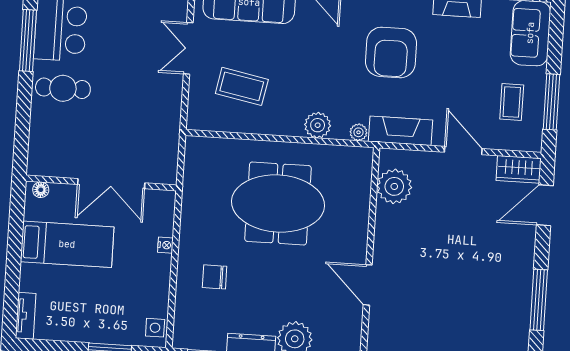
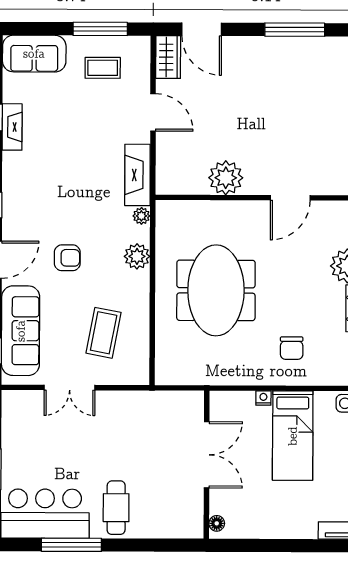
armchair: (391, 52) -> (67, 258), moved, width x0.53, depth x0.53
door: (463, 150) -> (153, 112), swing flipped
plant: (394, 186) -> (226, 178), moved
bed: (67, 244) -> (293, 436), moved, turned 180

